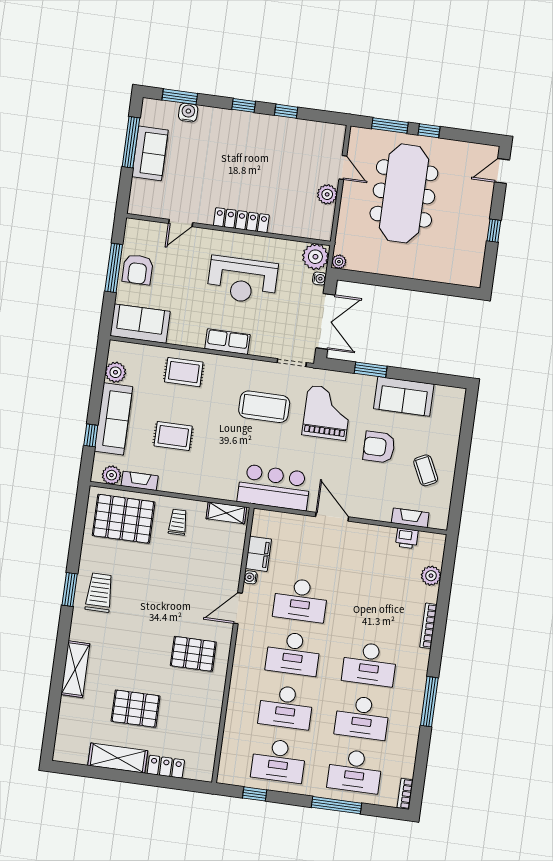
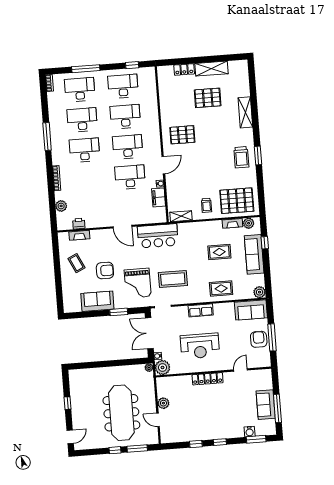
reception desk: (242, 280) -> (200, 346), turned 180
plant: (115, 372) -> (260, 292), moved

